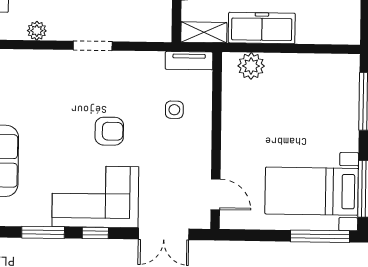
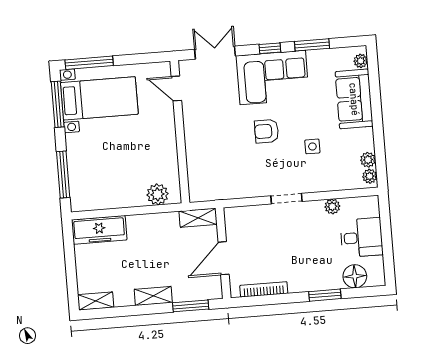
freezer: (262, 28) -> (99, 230), moved
tv unit: (189, 61) -> (208, 194), removed
side table: (174, 110) -> (312, 146), moved

